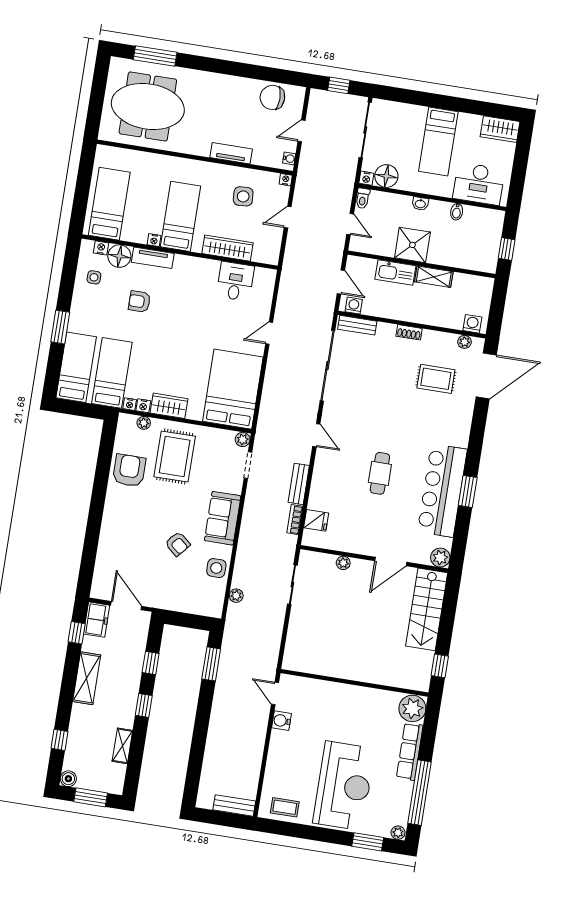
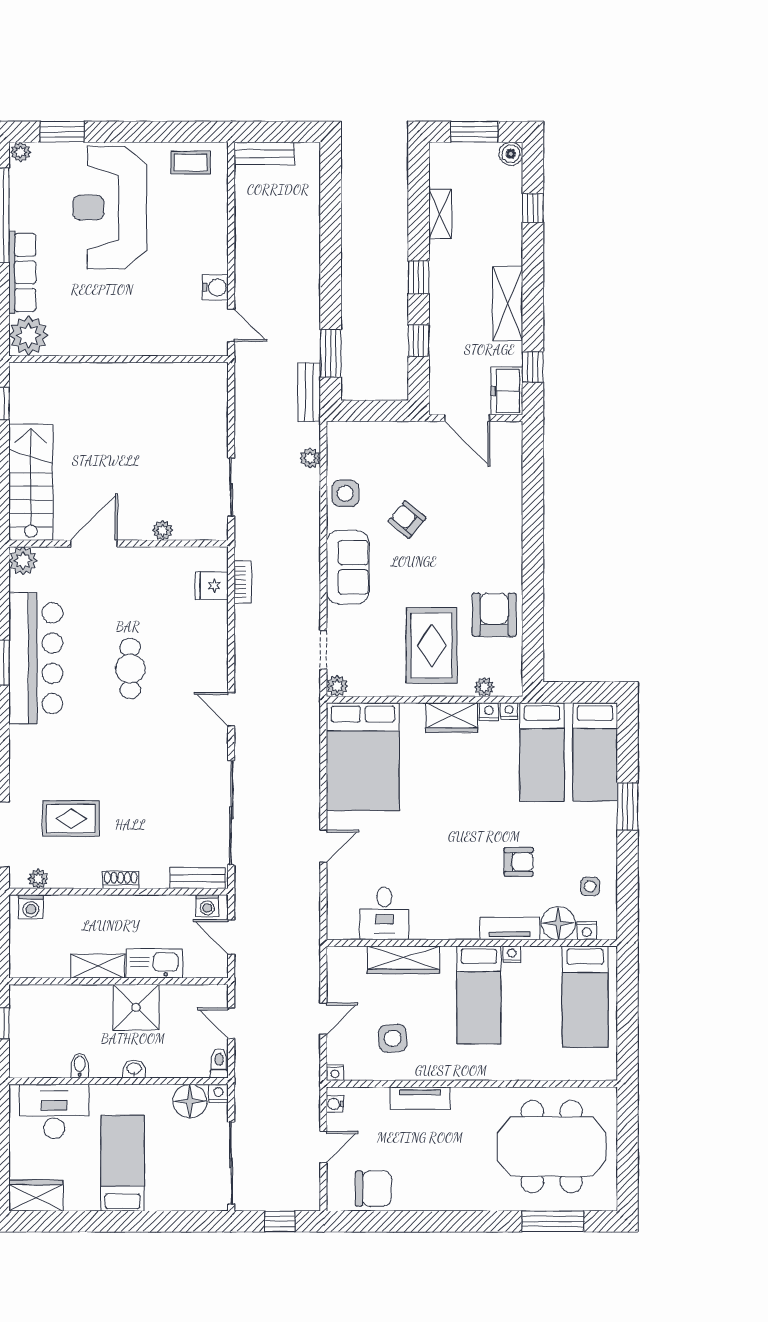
armchair: (129, 470) -> (494, 615), turned 180
bench: (299, 484) -> (309, 392), moved

